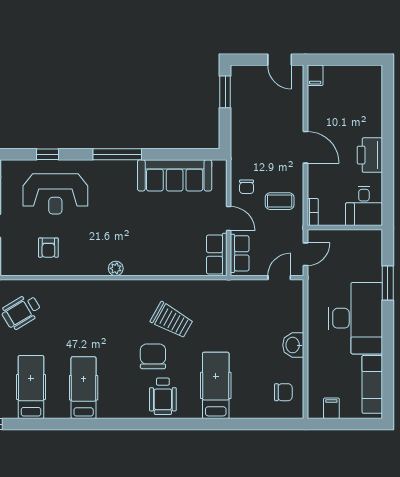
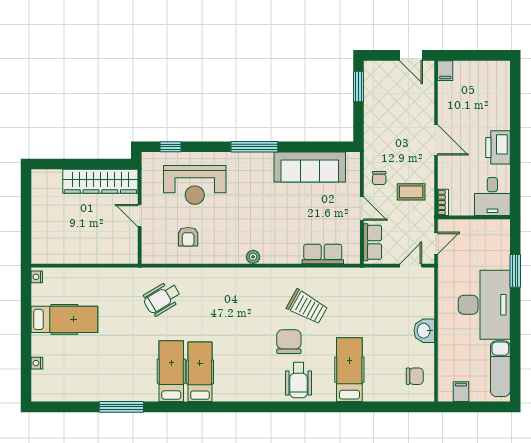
window: (48, 154) -> (170, 147), moved
row of seats: (217, 254) -> (323, 254), moved, turned 90
hospital bed: (84, 388) -> (200, 372), moved

